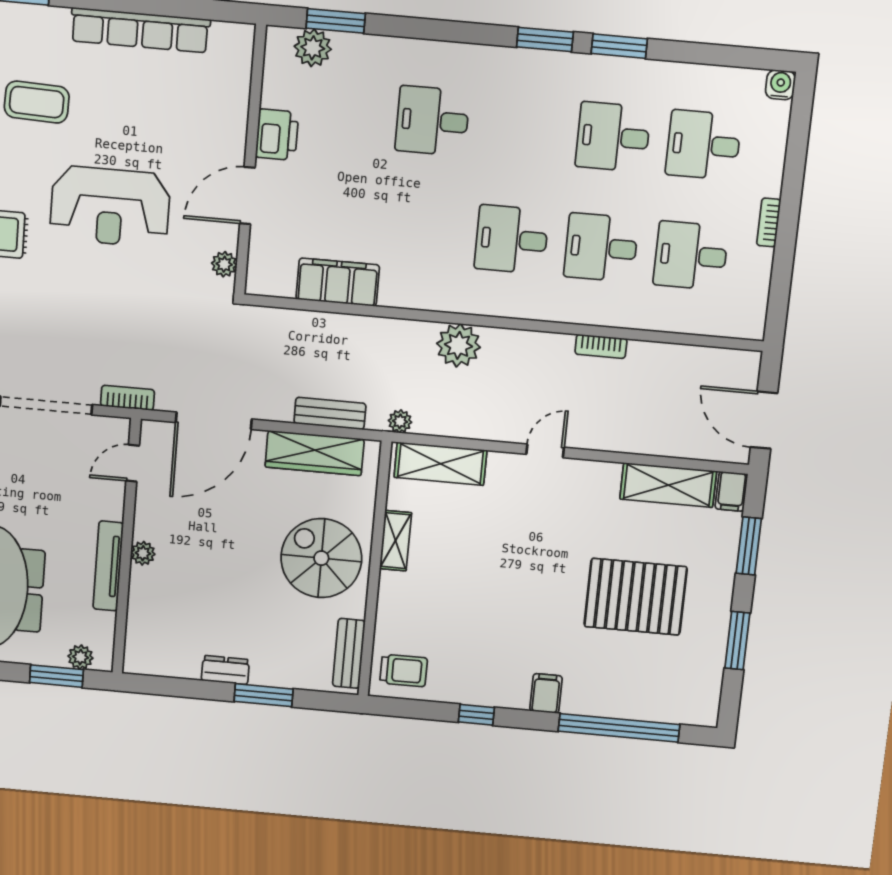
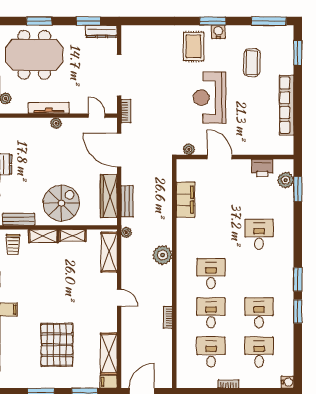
printer: (277, 135) -> (262, 168), moved
shelving: (391, 604) -> (43, 236), added

